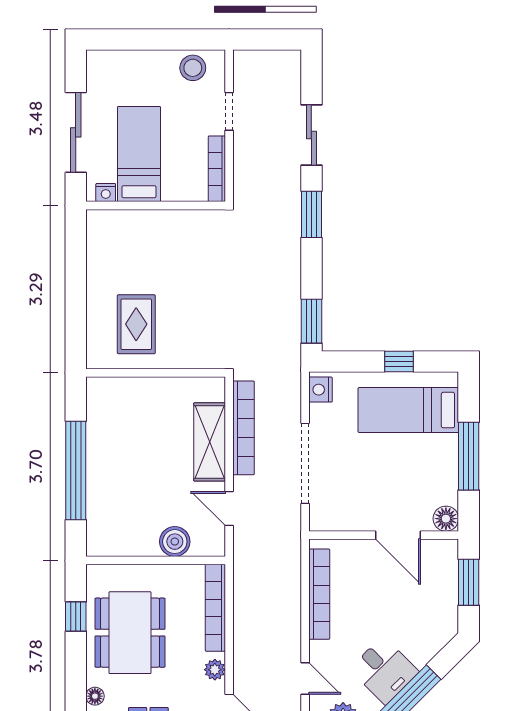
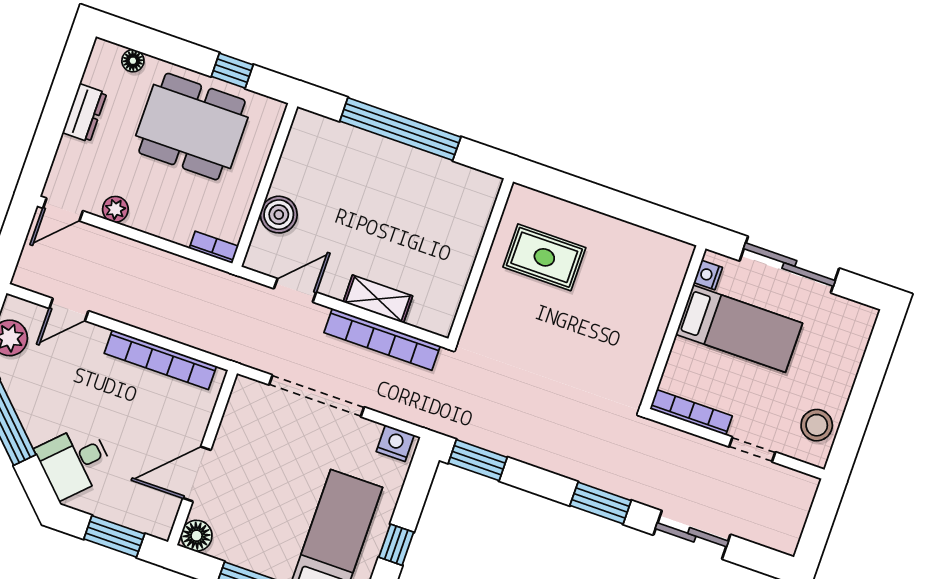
shelving: (210, 442) -> (378, 299), width x0.67, depth x0.75
bookcase: (215, 608) -> (214, 247), width x0.43, depth x0.76
desk: (384, 670) -> (75, 462), moved

